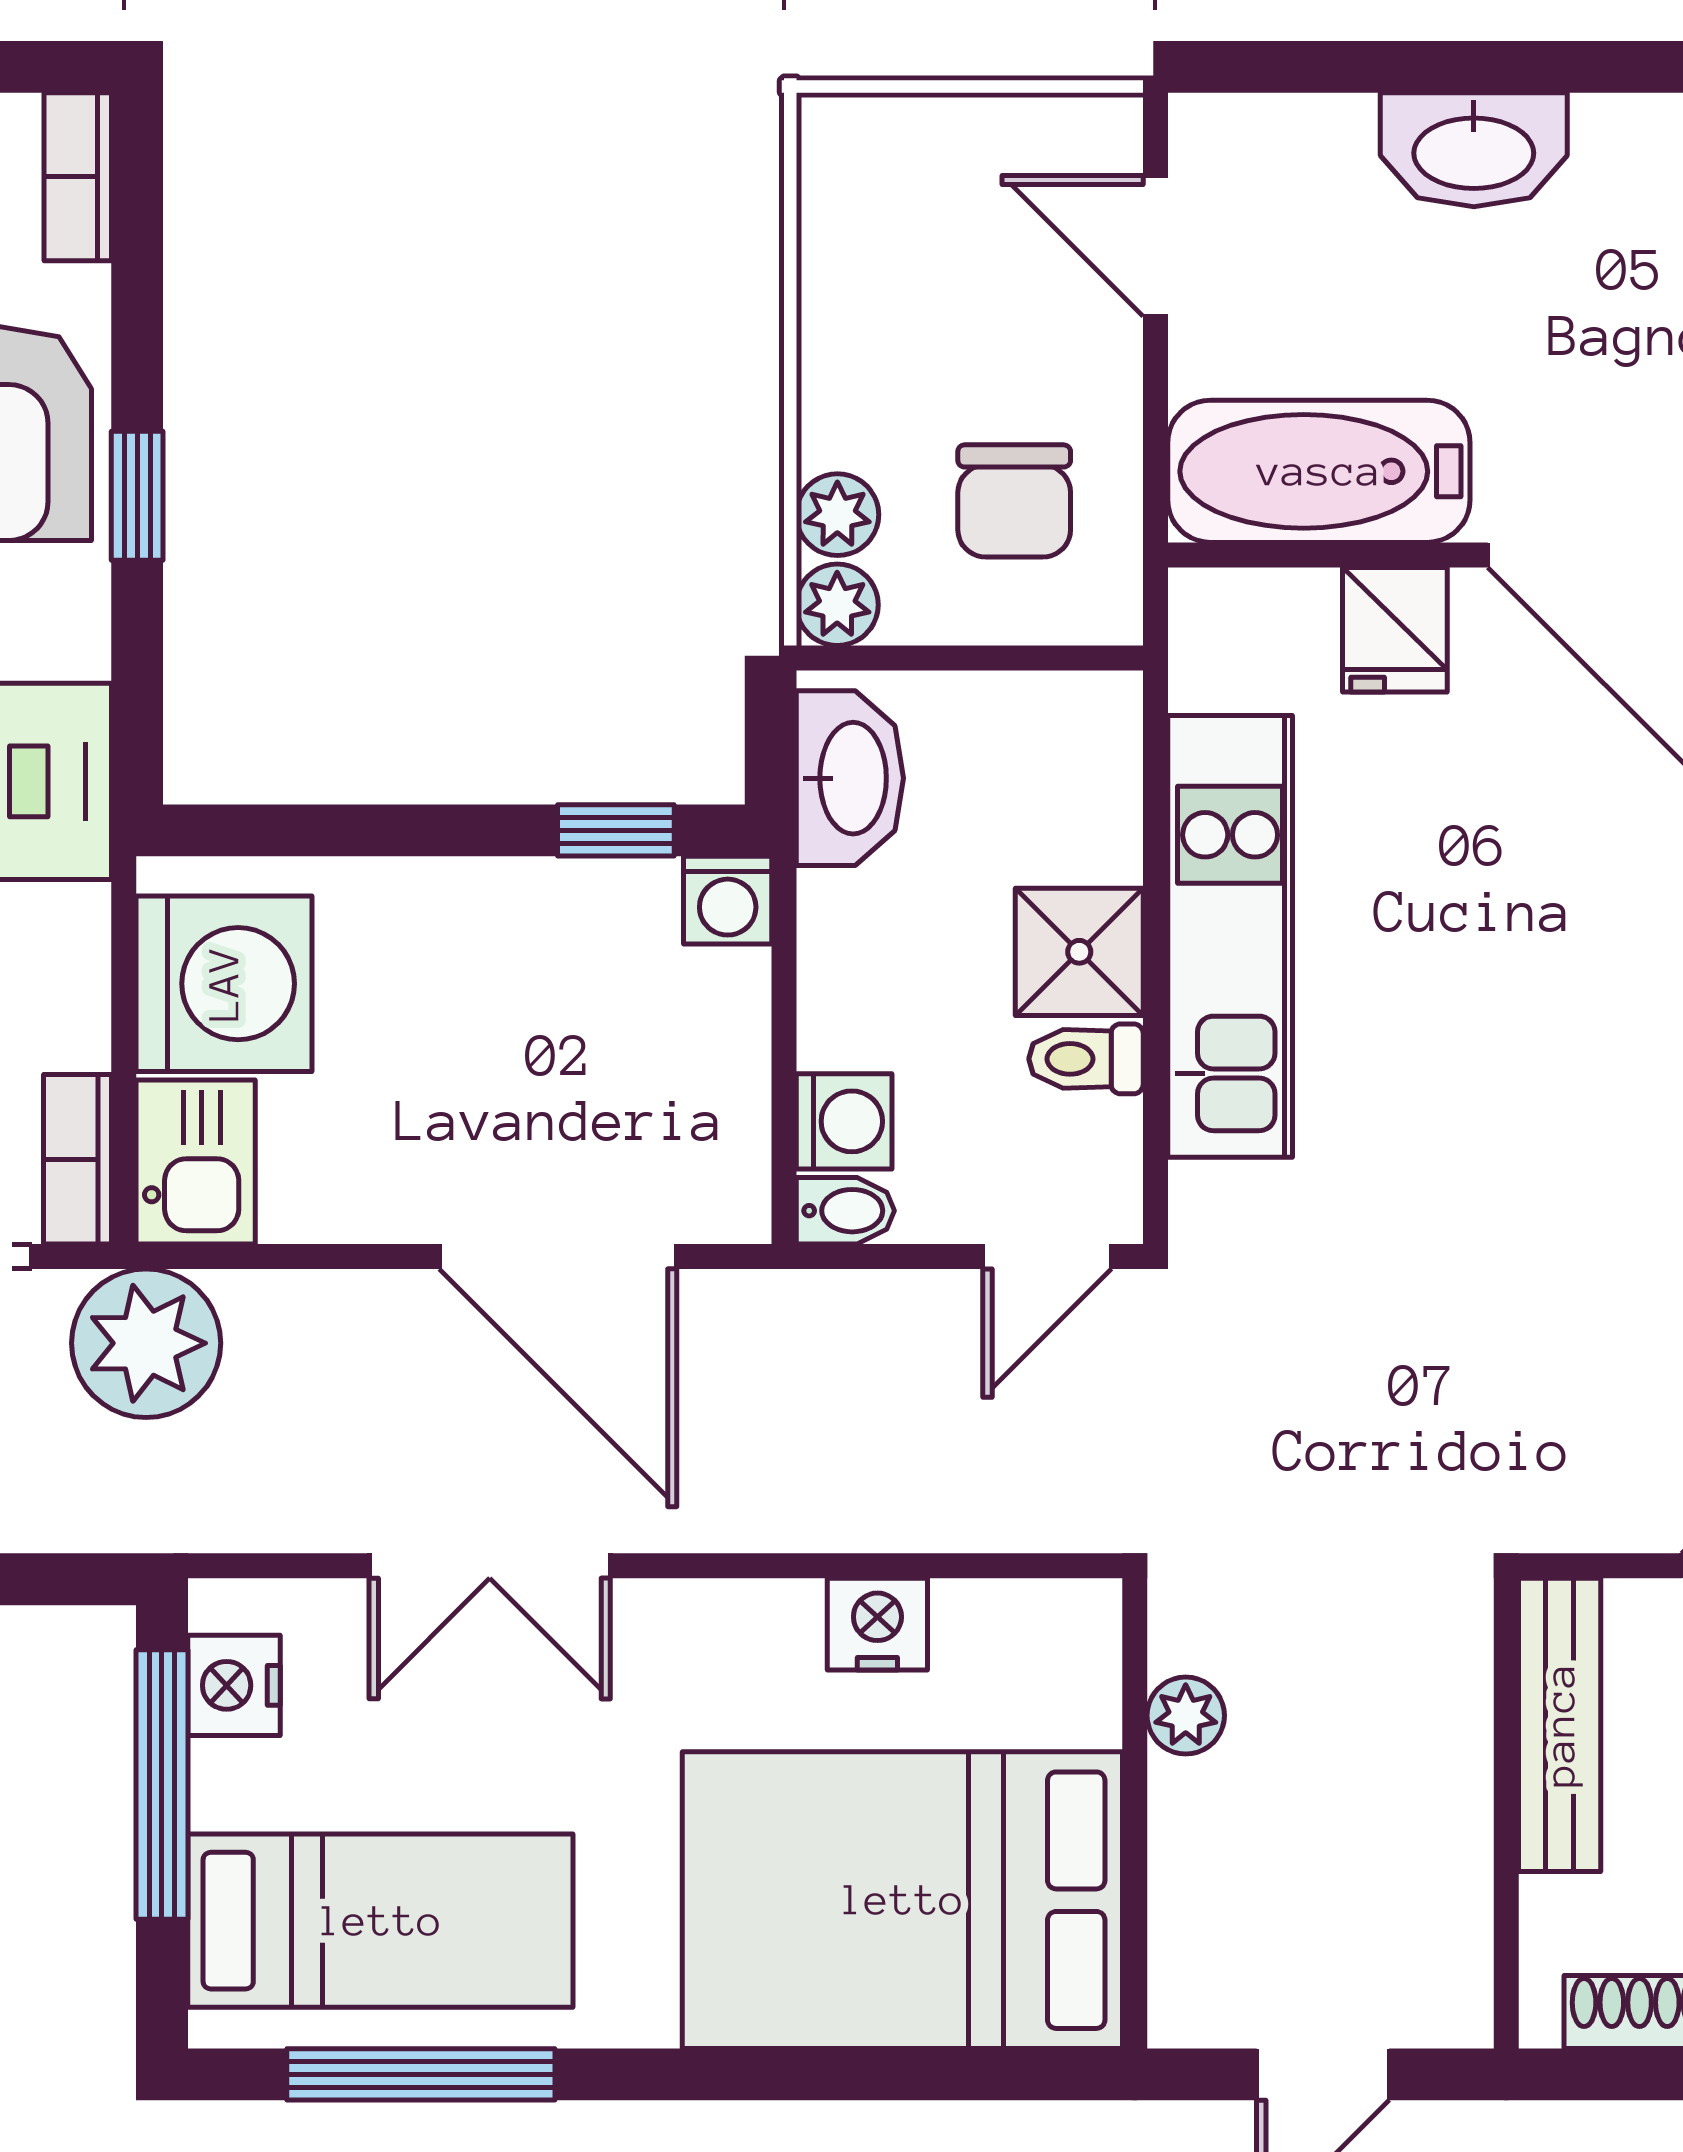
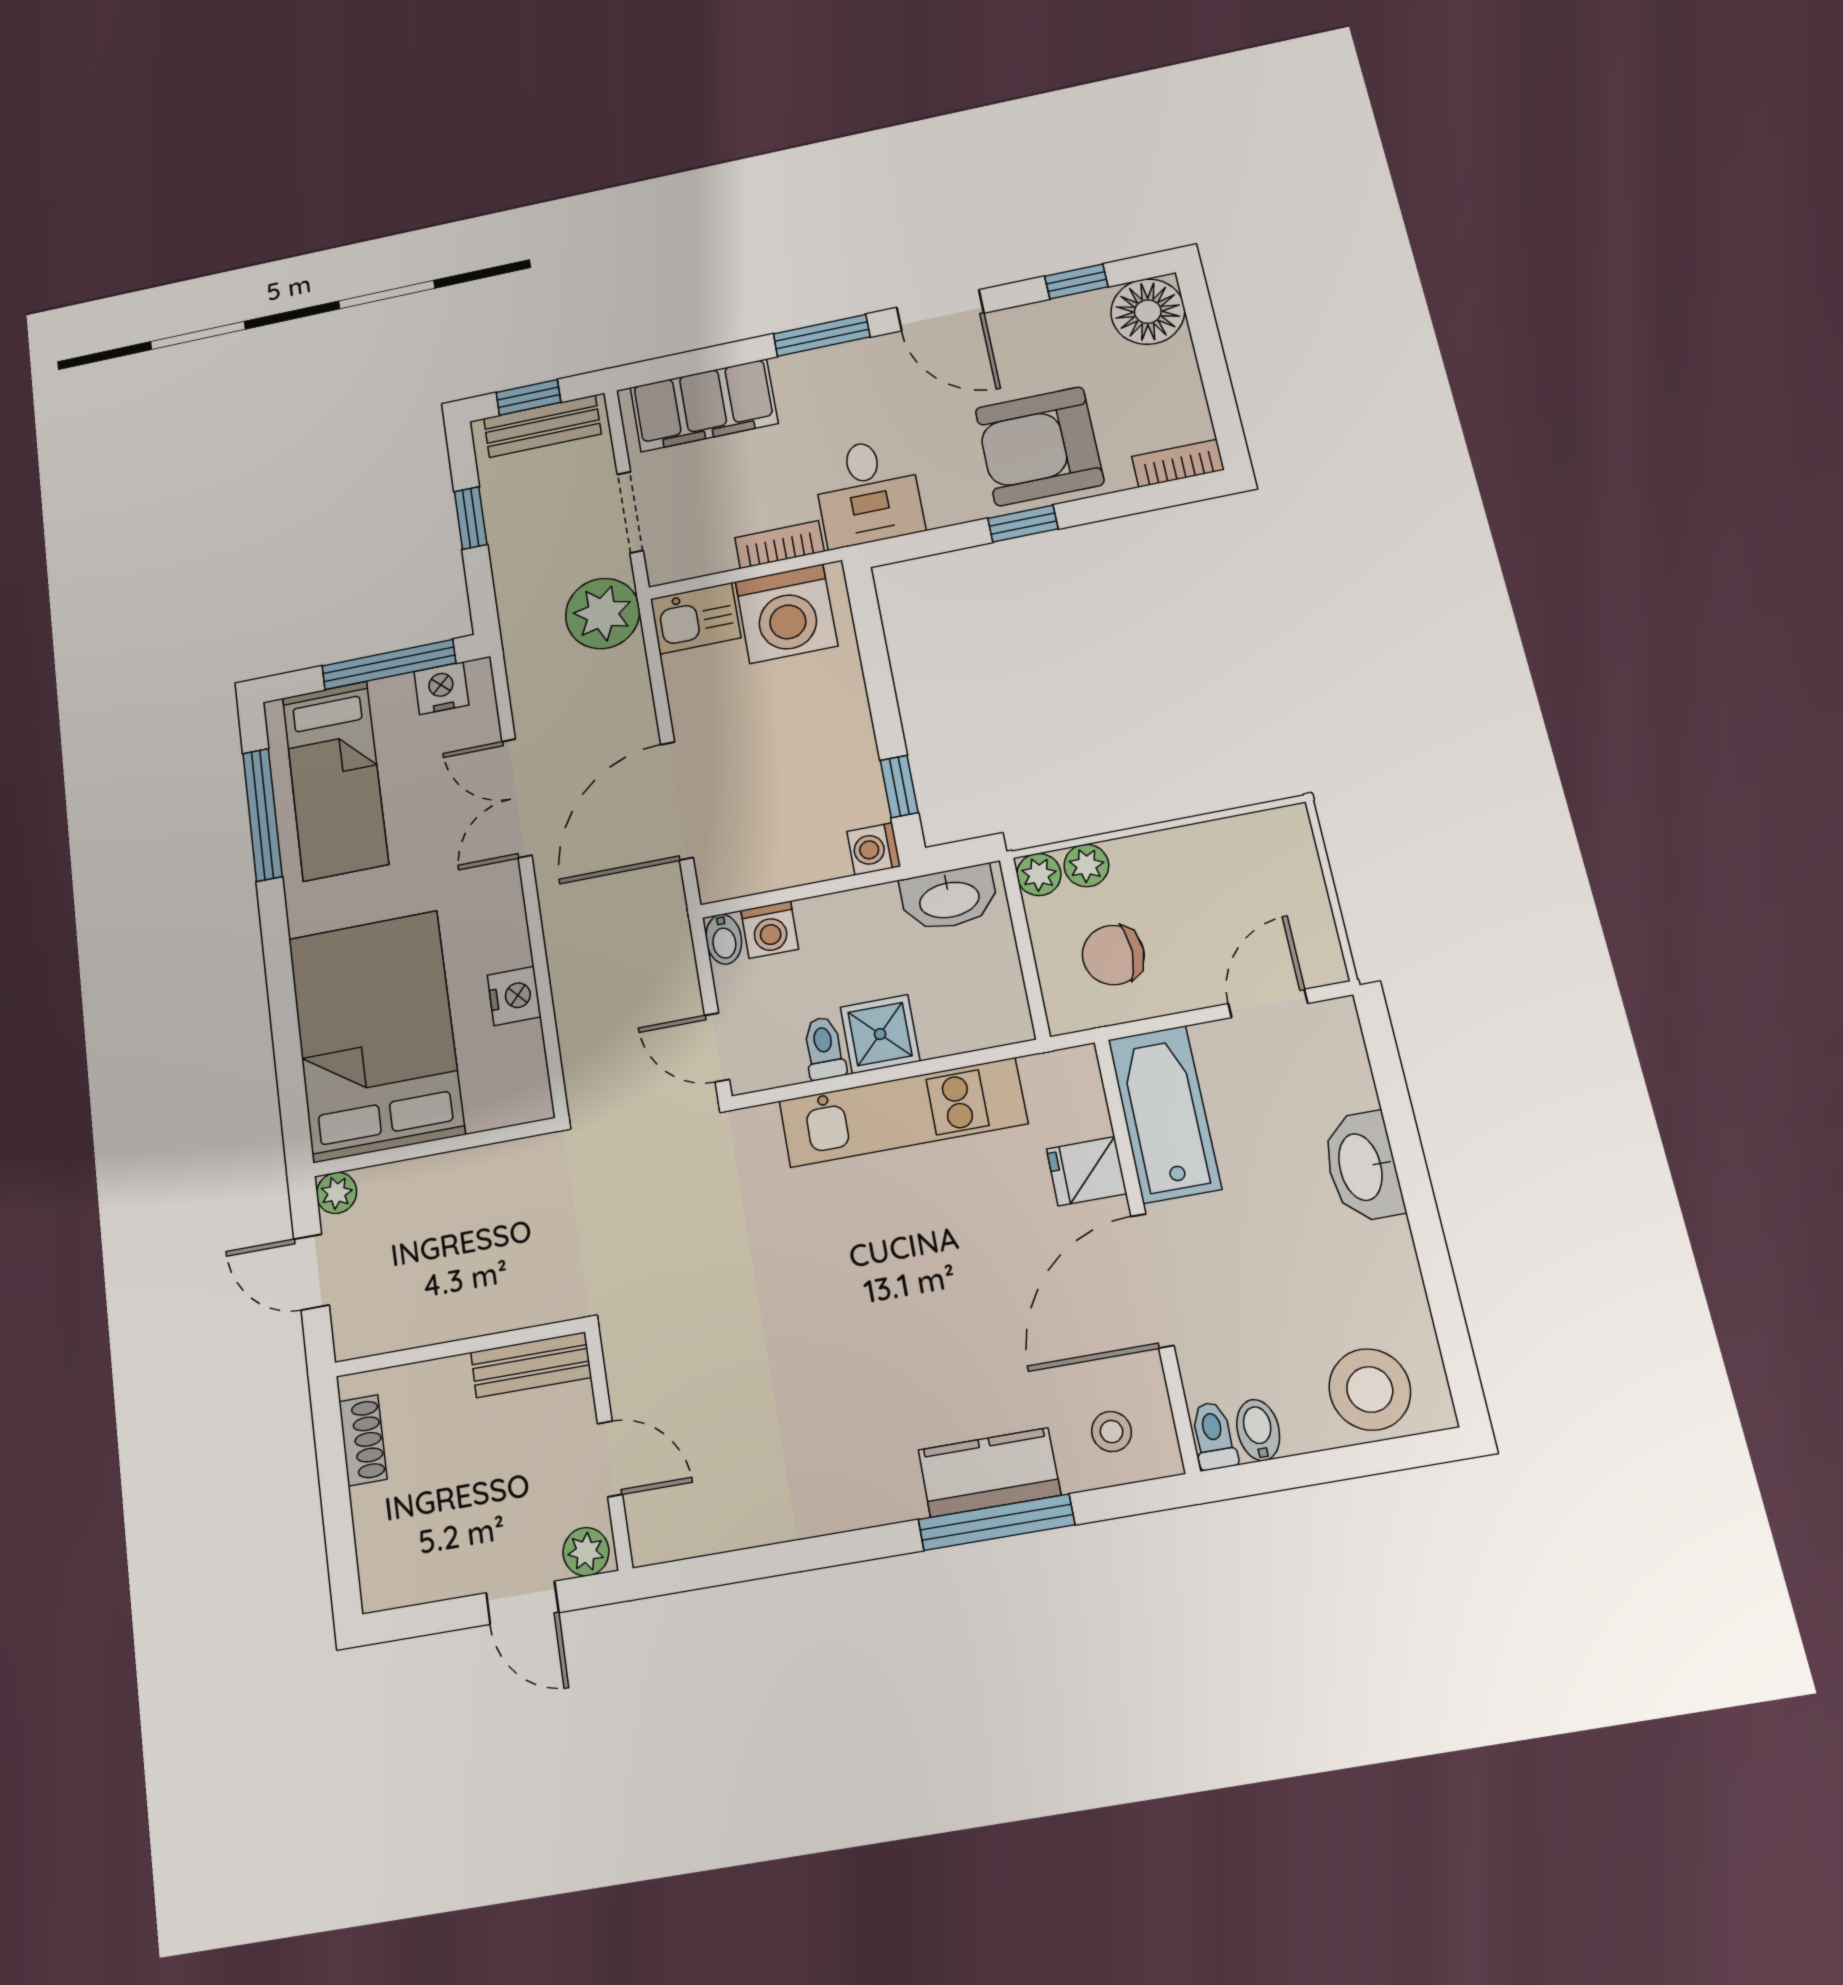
bookcase: (77, 1159) -> (779, 545), moved
plant: (1186, 1716) -> (337, 1193), moved
bench: (1560, 1725) -> (531, 1365), width x0.73

